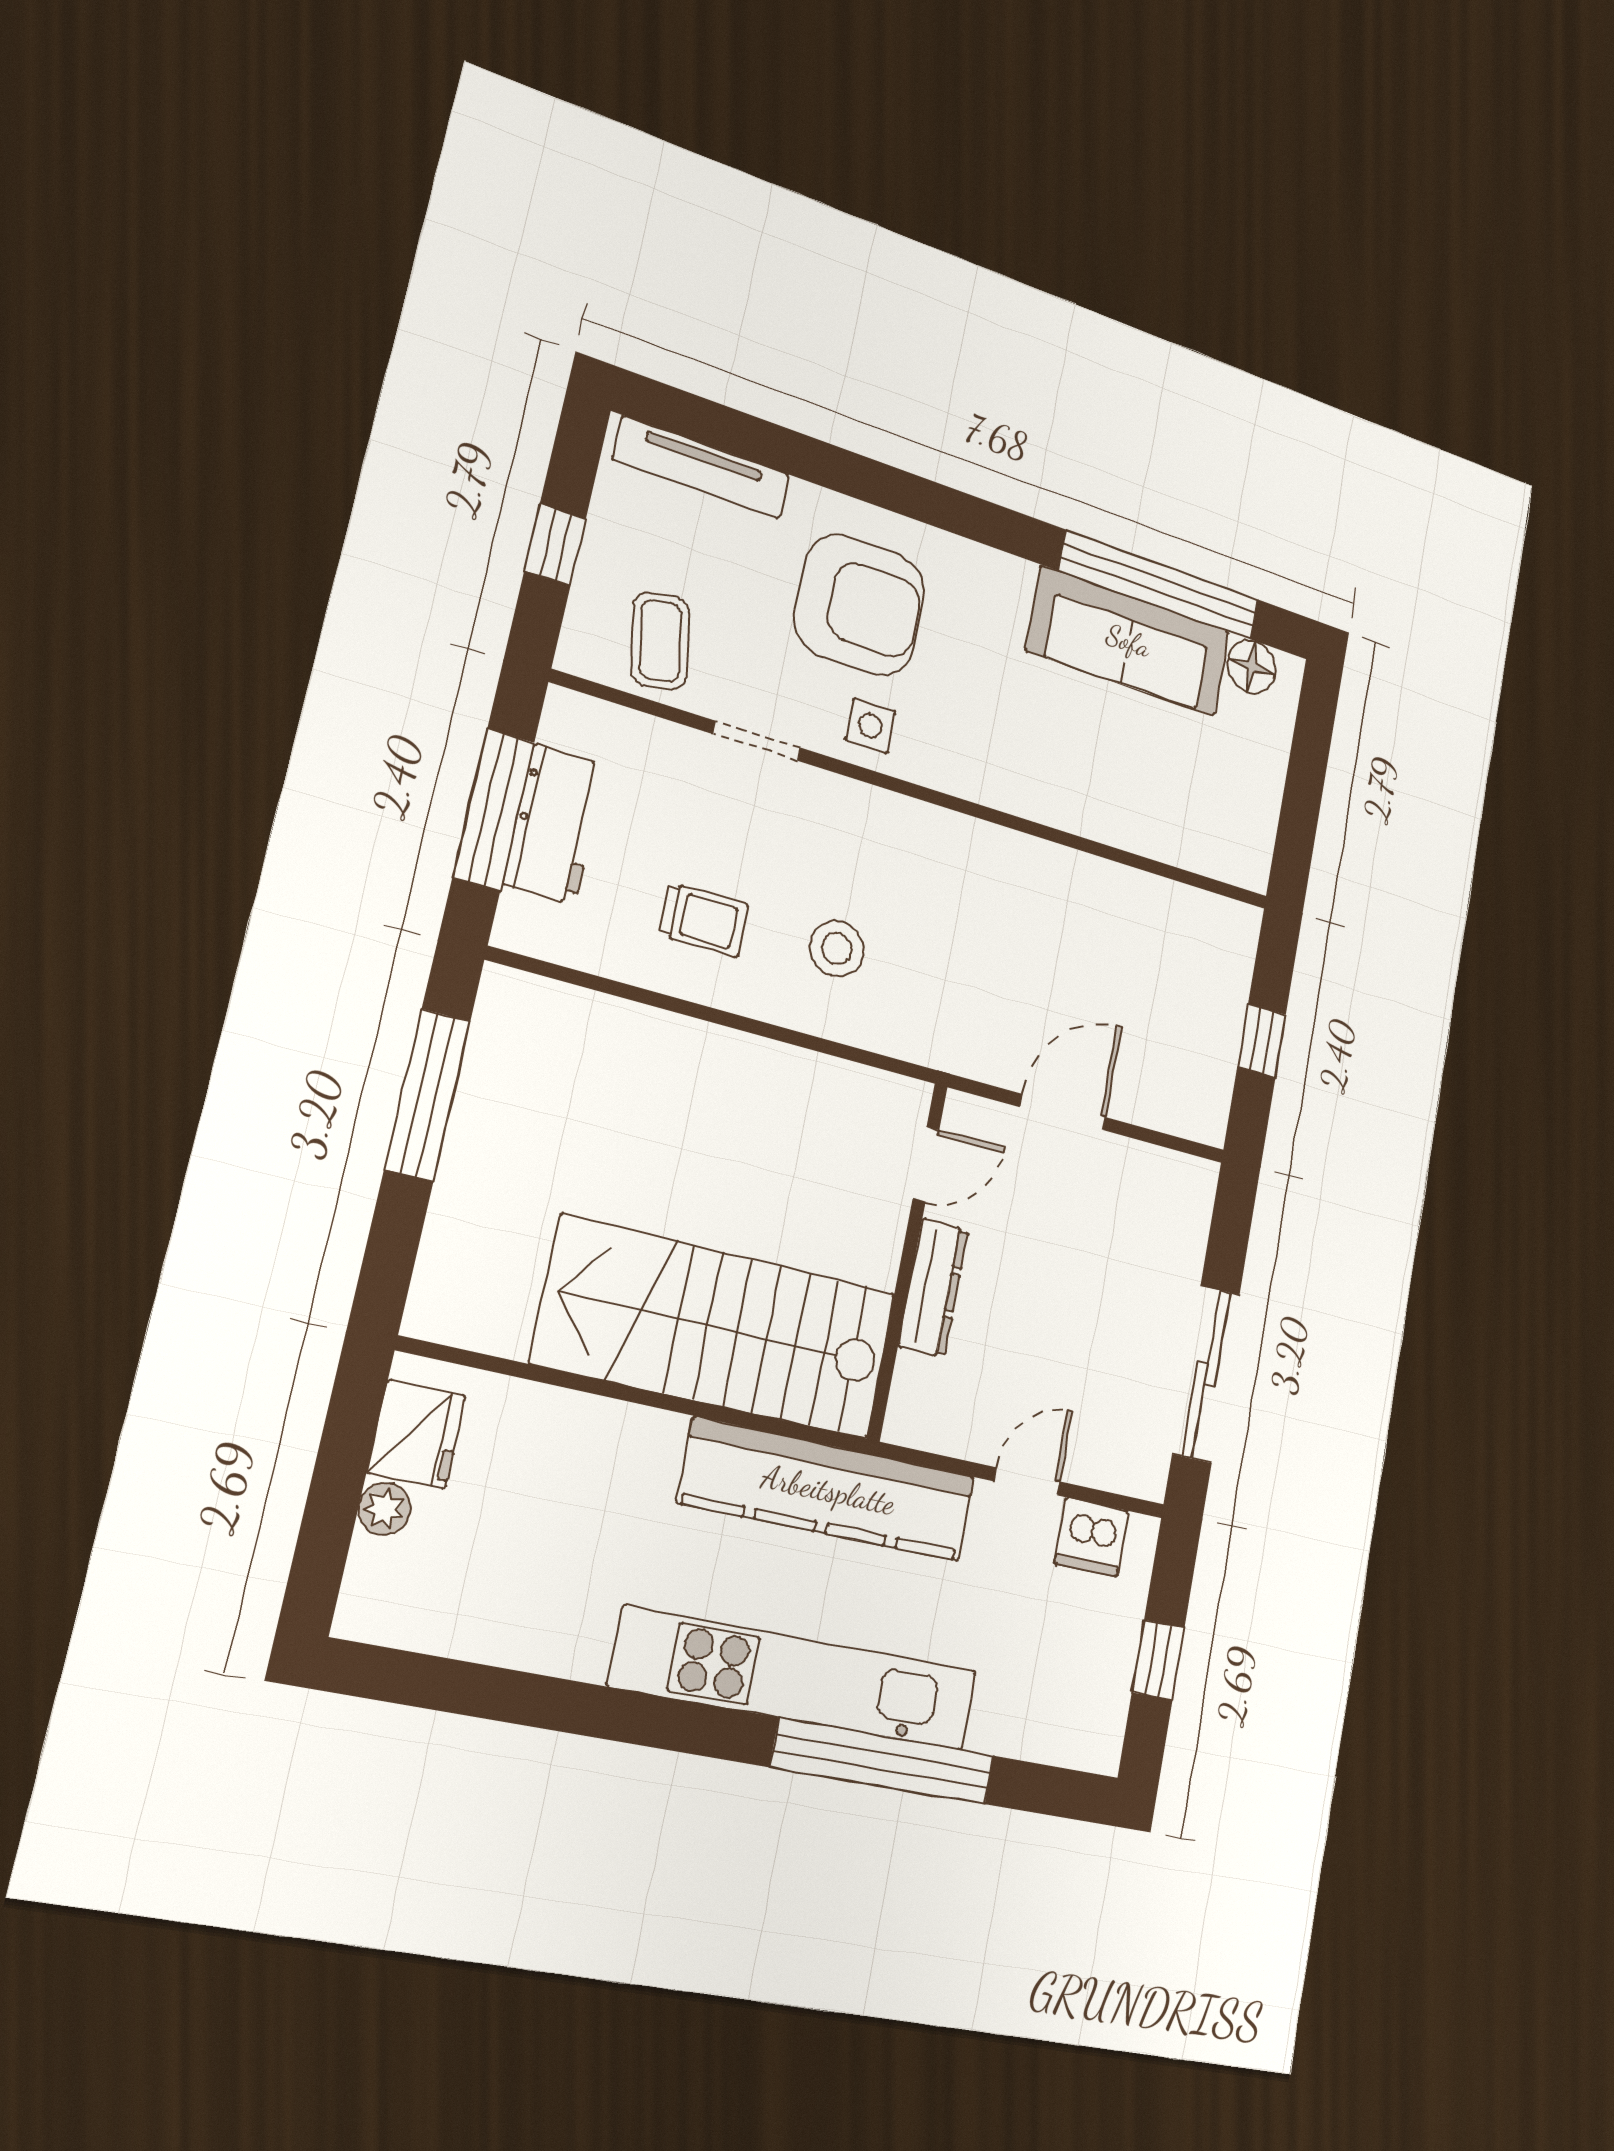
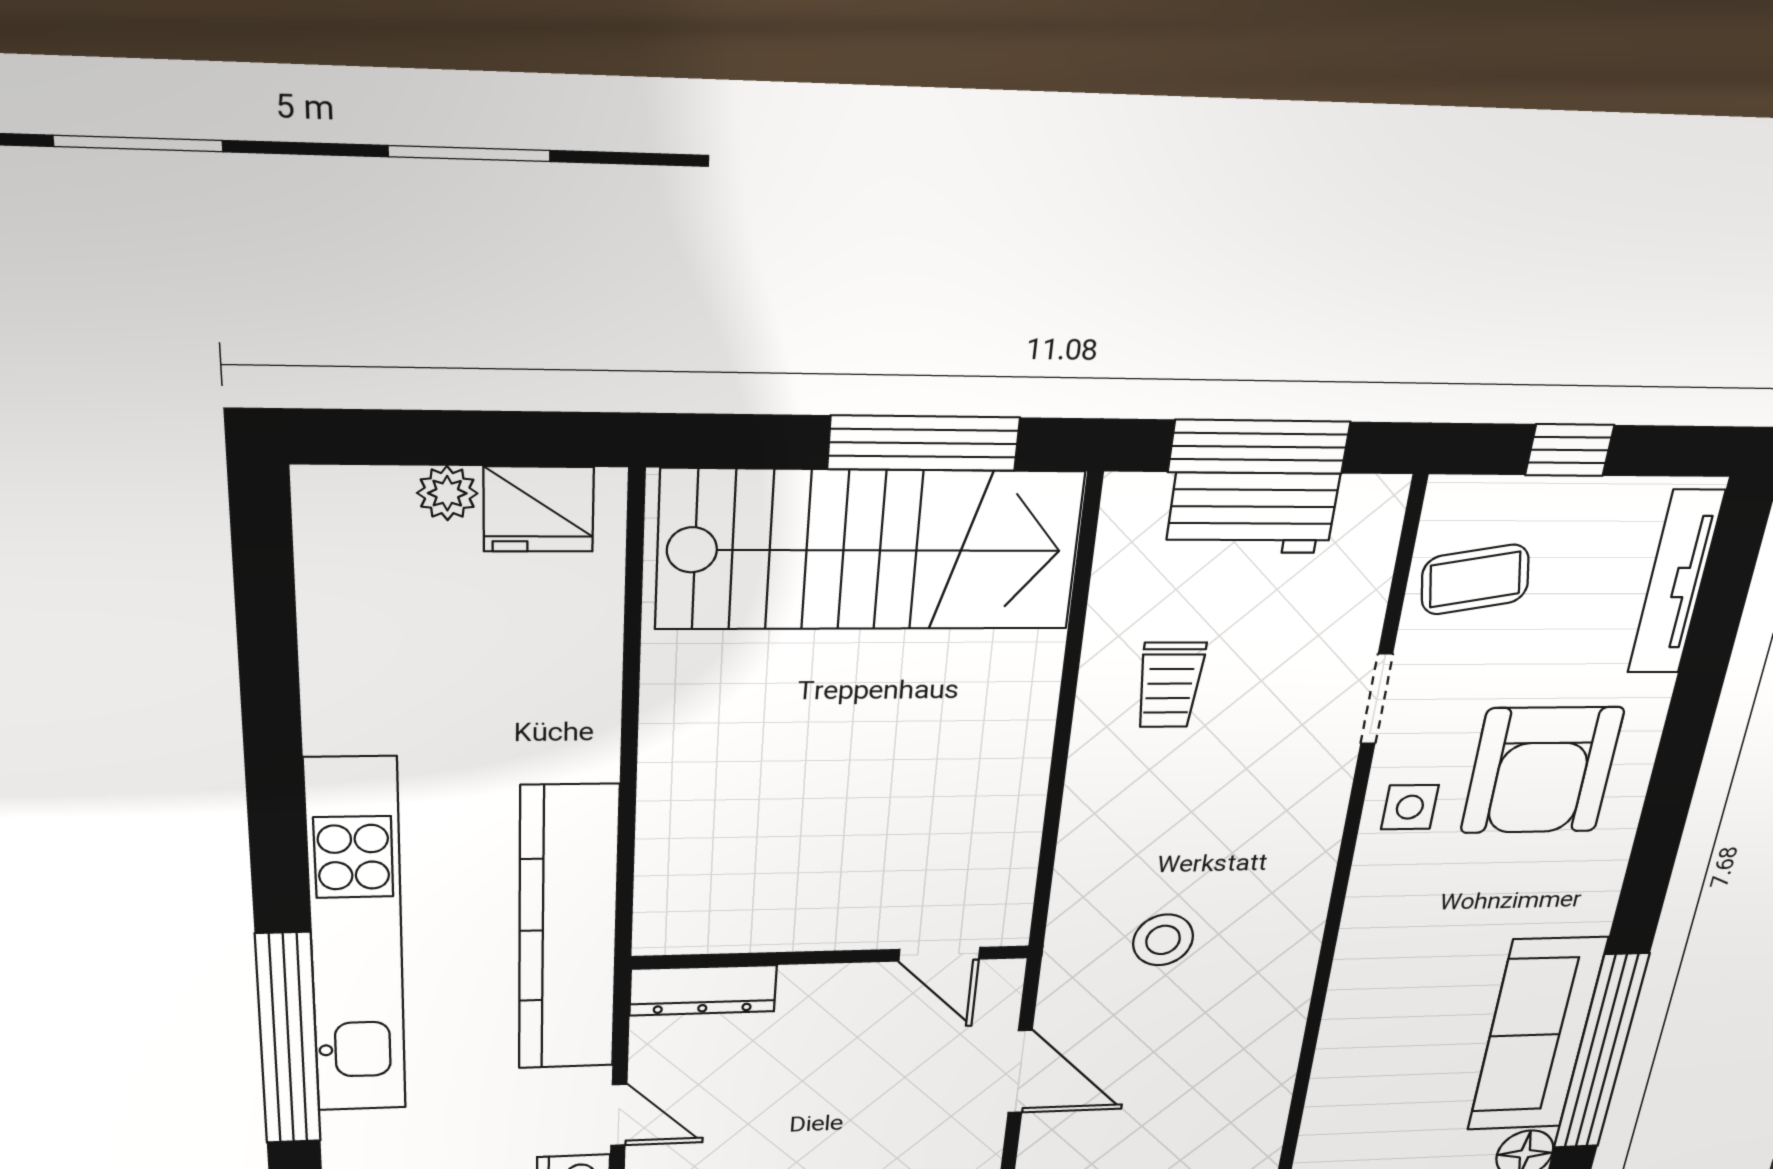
stool: (837, 949) -> (1163, 940), moved
dresser: (933, 1288) -> (703, 990), moved
stairs: (716, 1328) -> (870, 550), moved, turned 90

